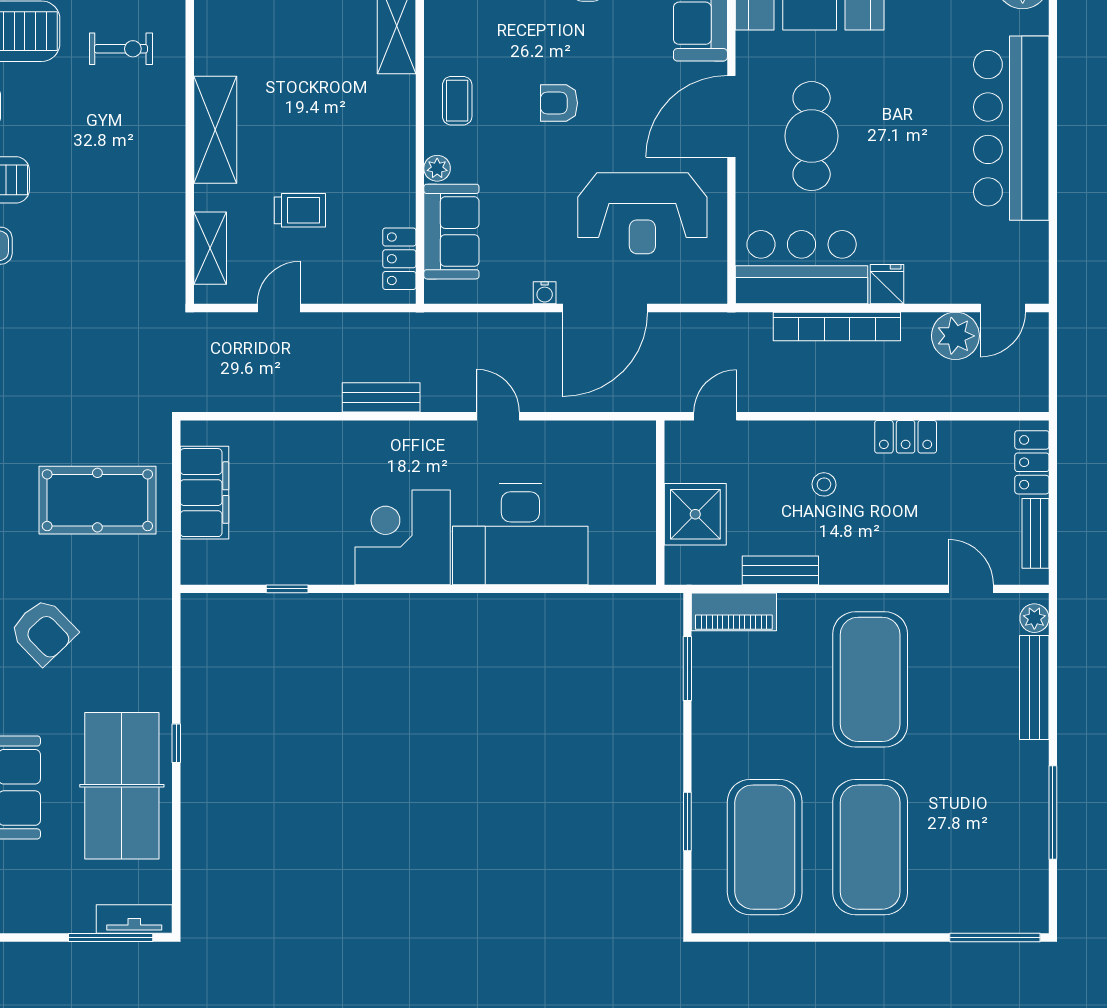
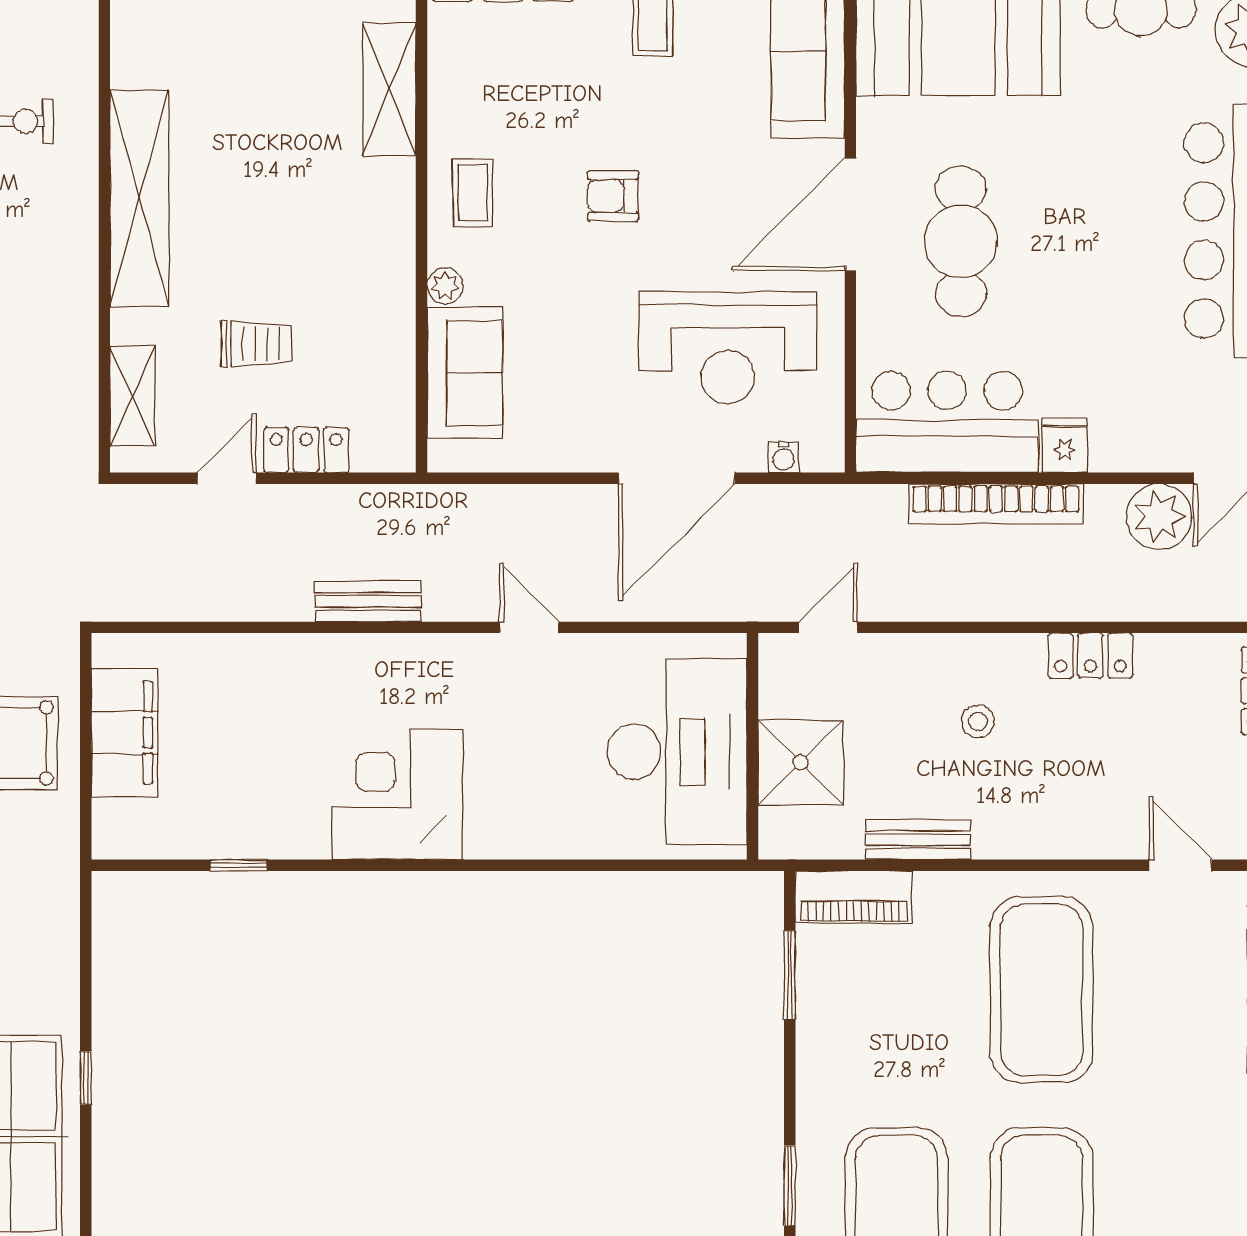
shelving: (215, 130) -> (139, 198), width x1.47
locker: (399, 259) -> (306, 450), moved, turned 90
water cooler: (545, 293) -> (784, 457), moved
desk: (520, 534) -> (677, 752), moved, turned -90

